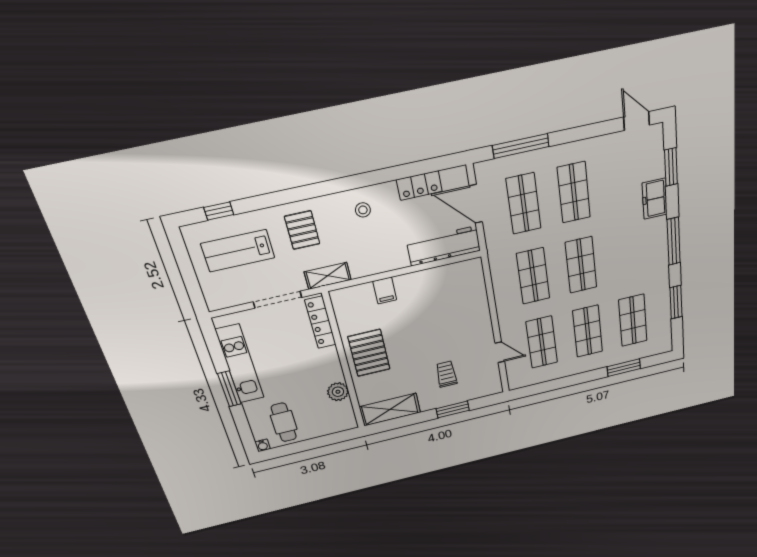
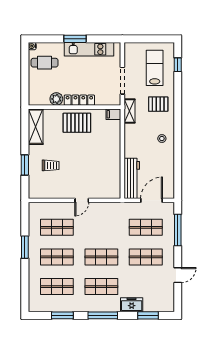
door: (637, 121) -> (178, 275), moved
locker: (419, 186) -> (168, 171), removed
shop shelf: (533, 276) -> (101, 287), moved
filing cabinet: (385, 291) -> (113, 114), moved
locker: (320, 322) -> (79, 100), moved
door: (500, 352) -> (82, 200), moved
window: (624, 368) -> (25, 247), moved

